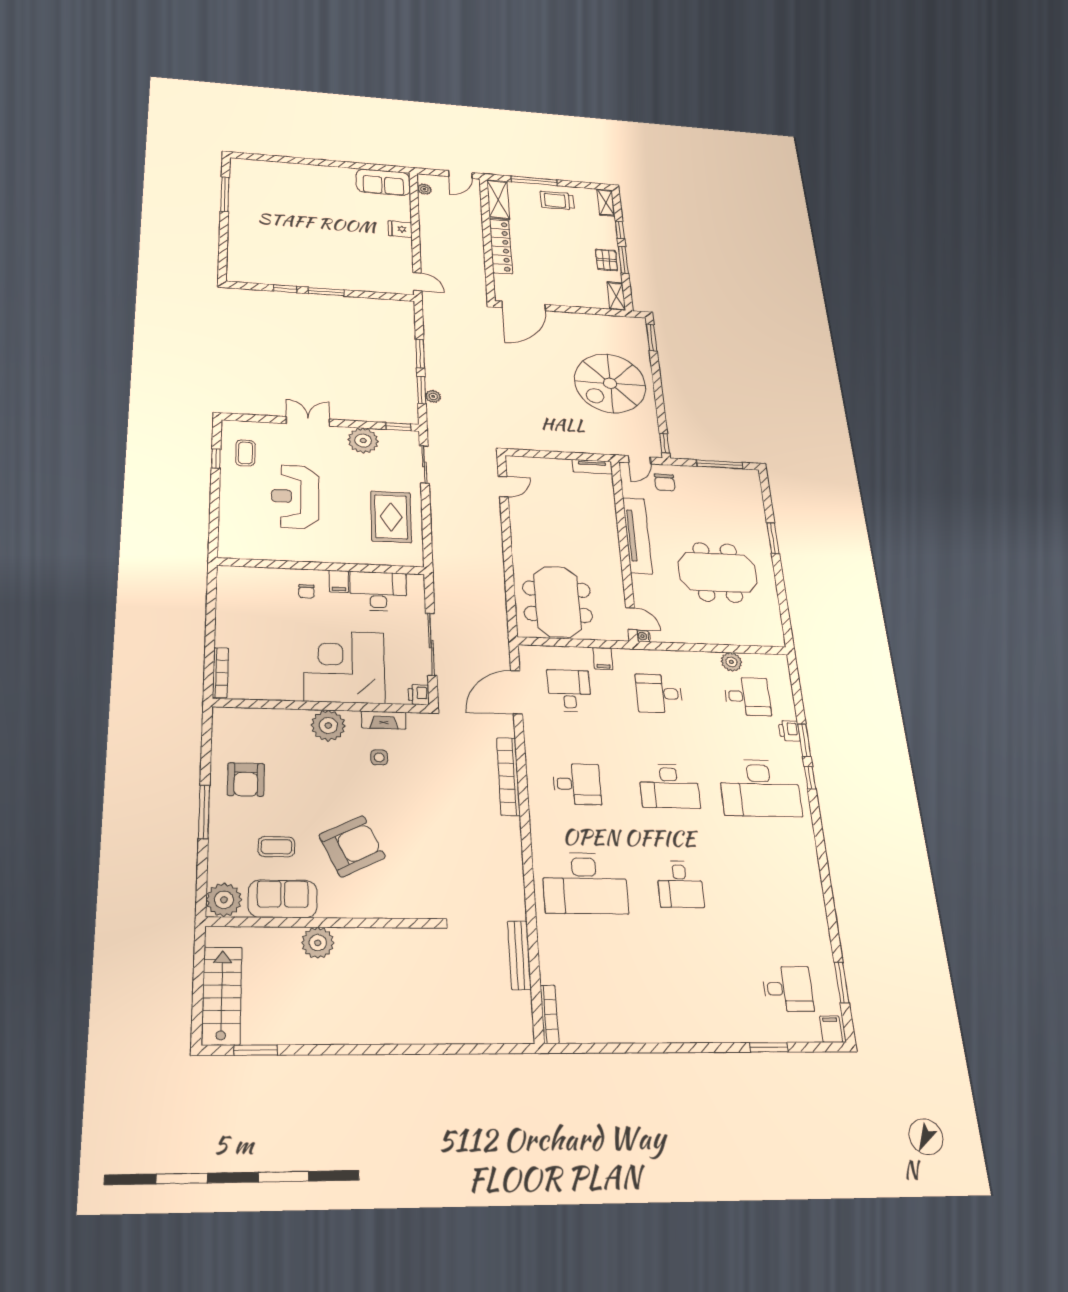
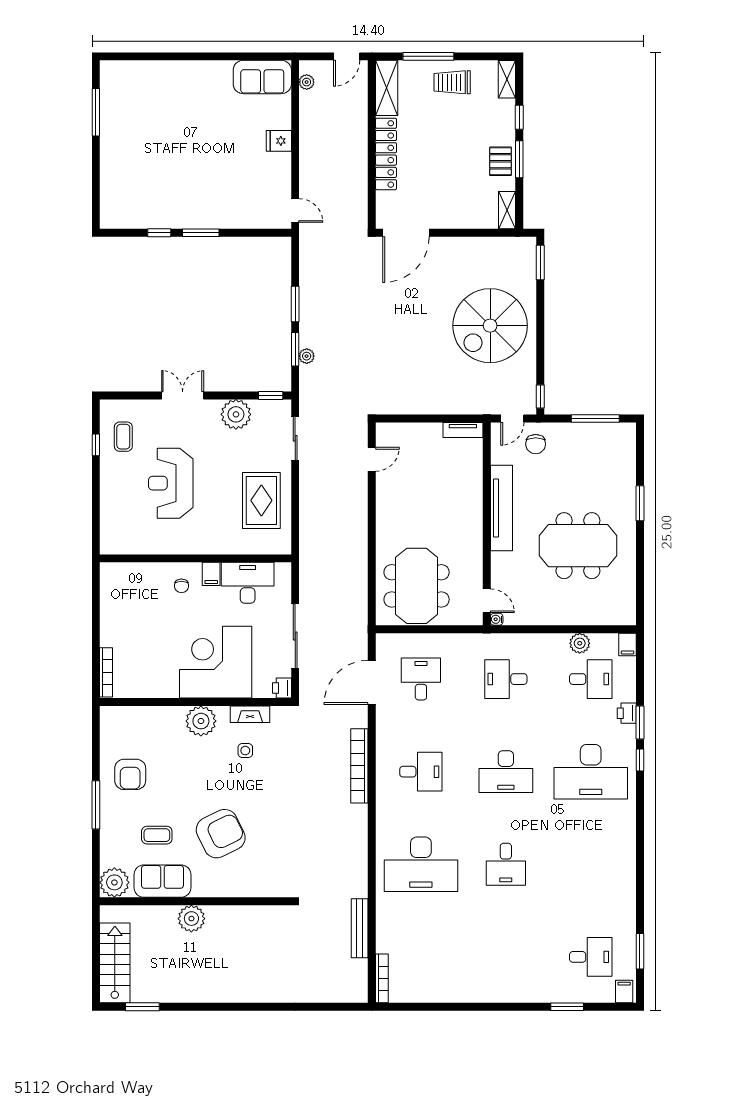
filing cabinet: (603, 658) -> (628, 645), moved

